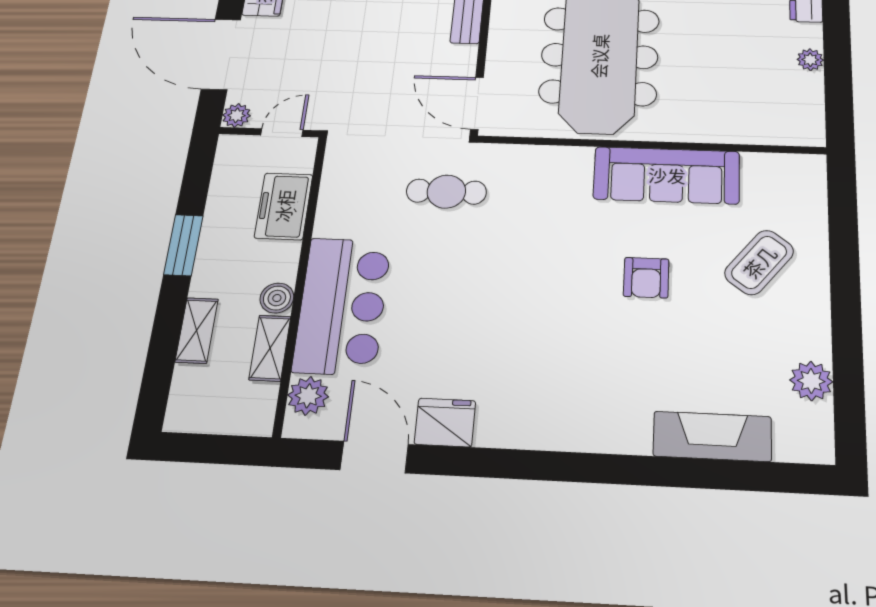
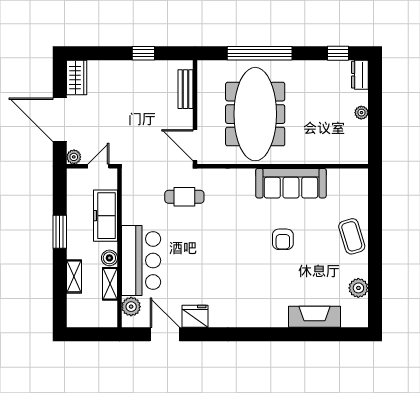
freezer: (284, 206) -> (105, 216), width x1.40
coffee table: (759, 262) -> (352, 236), moved, turned -55

